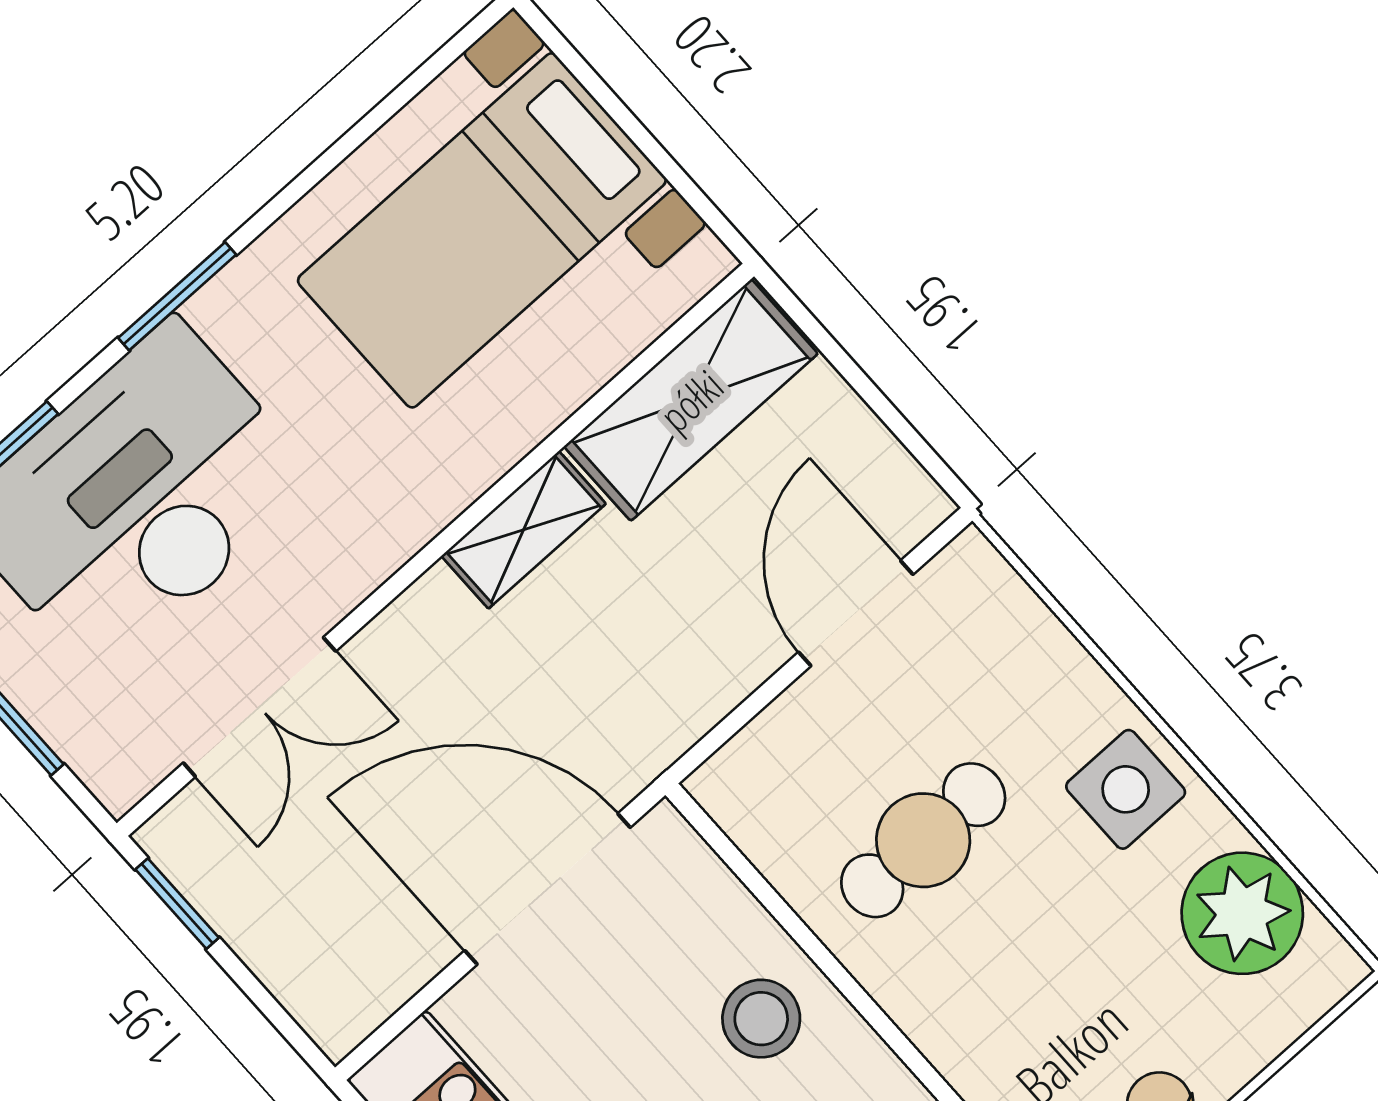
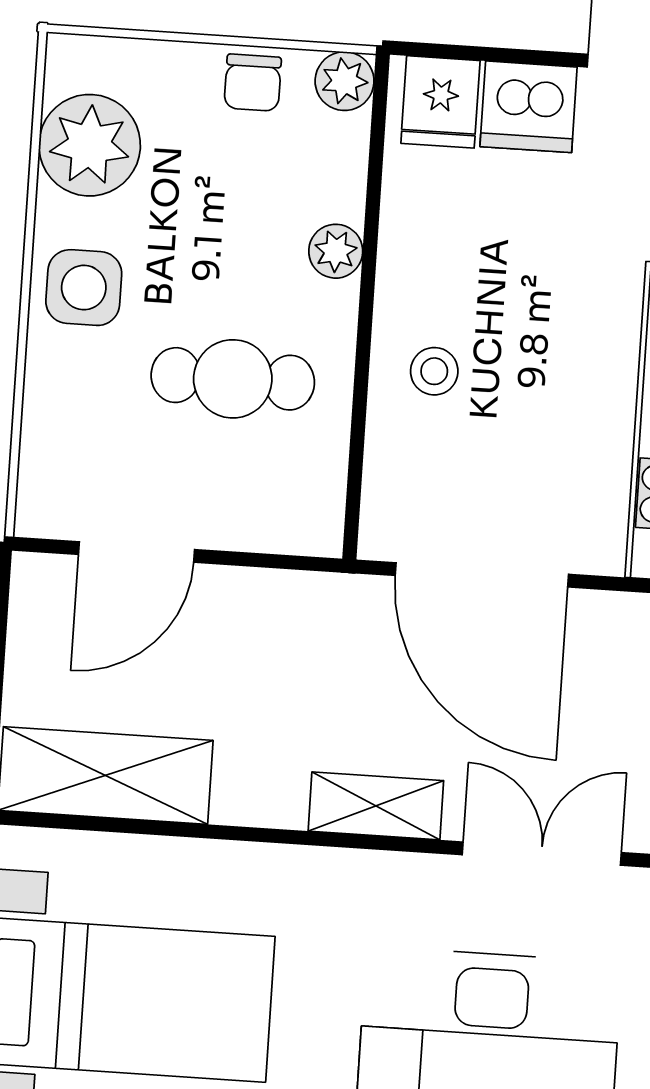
shelving: (524, 530) -> (376, 806), moved
stool: (761, 1019) -> (434, 371), width x0.73, depth x0.73
plant: (946, 1035) -> (336, 251), added

